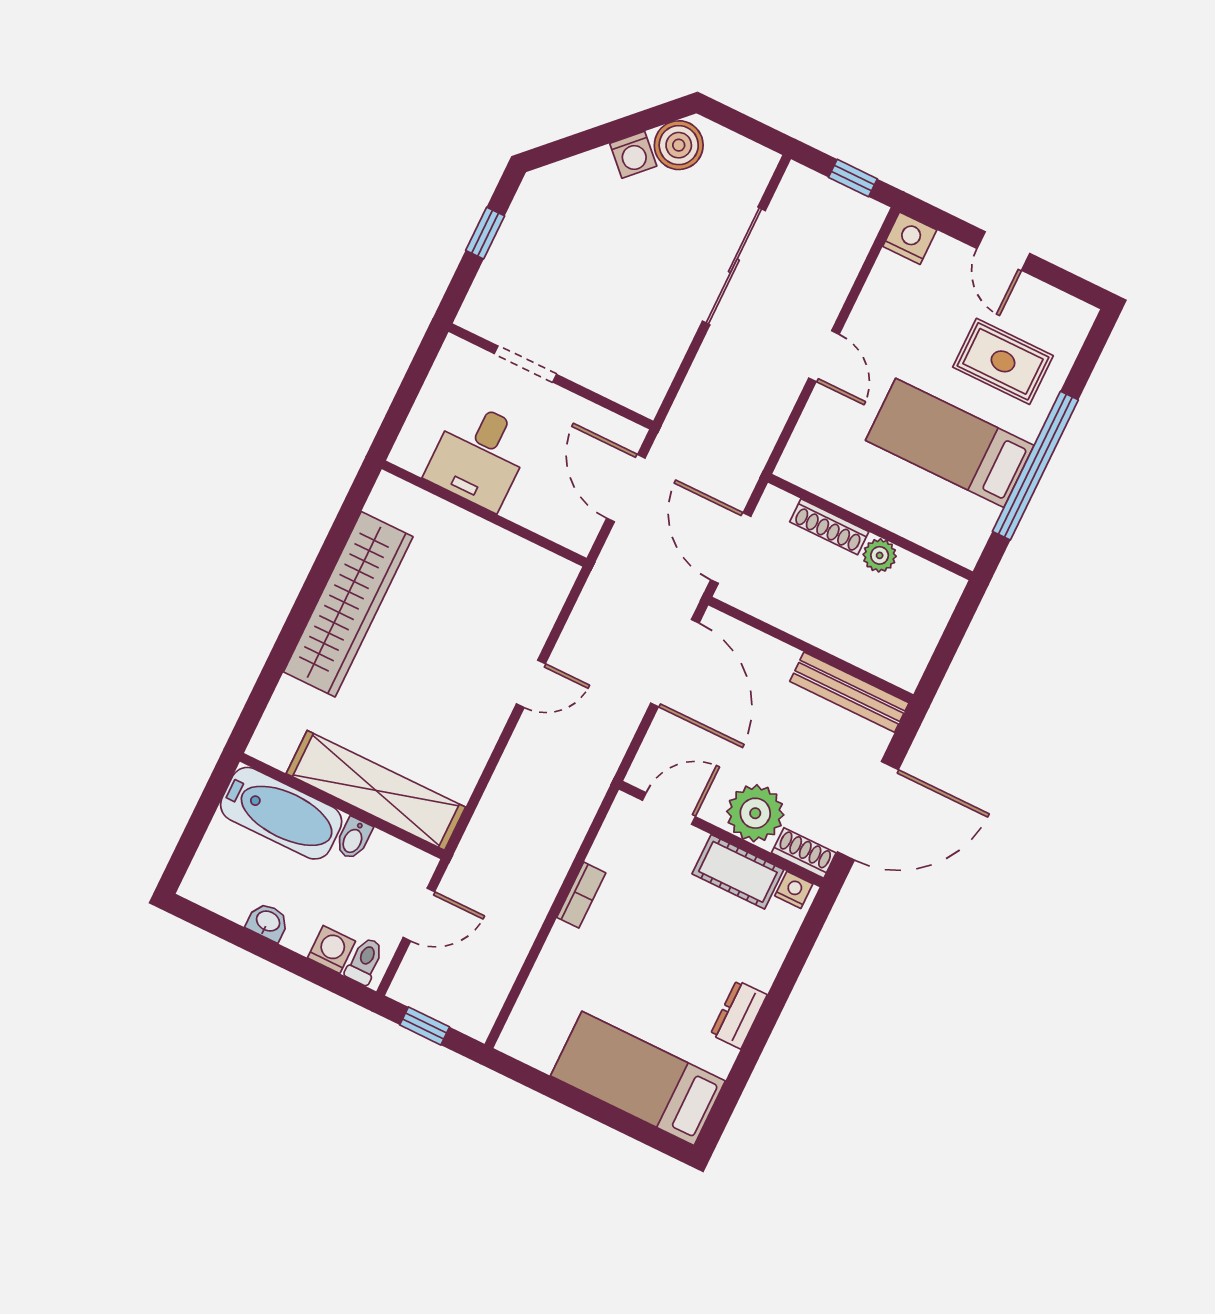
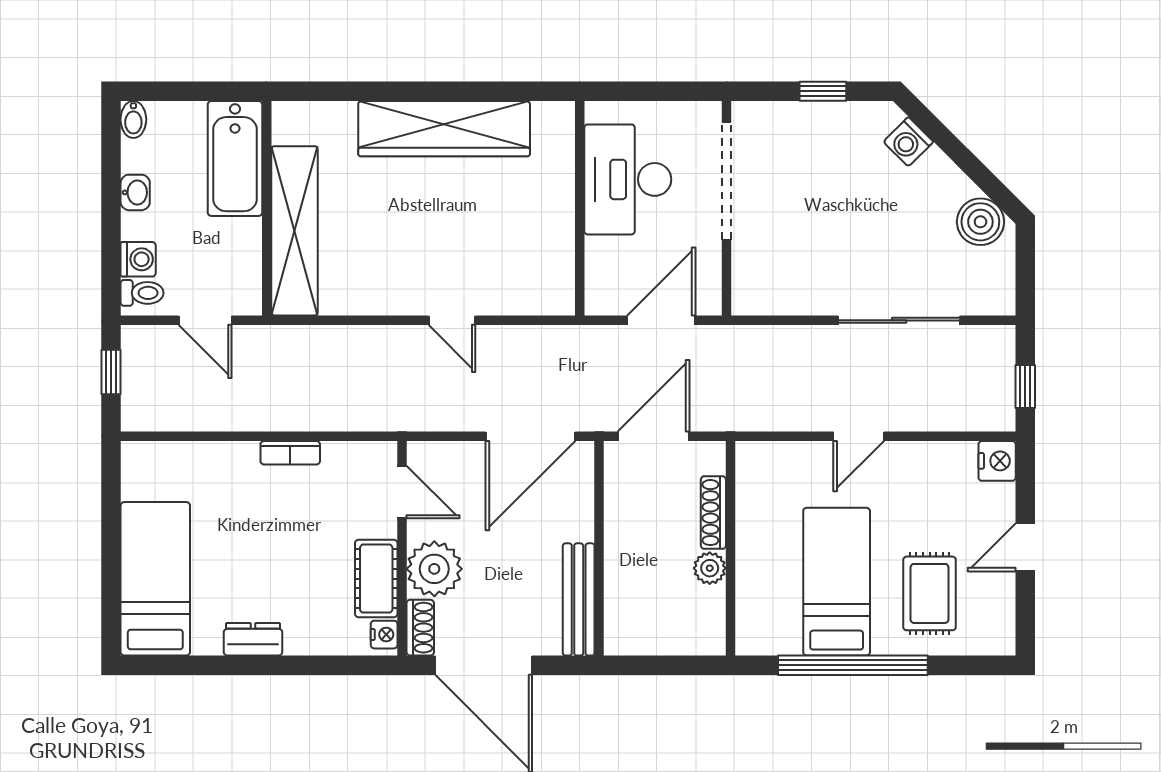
washing machine: (633, 155) -> (908, 142), moved
doorway: (525, 364) -> (727, 181), width x1.87
desk: (479, 456) -> (628, 179), width x1.37
bidet: (354, 838) -> (133, 119), moved, turned -90

